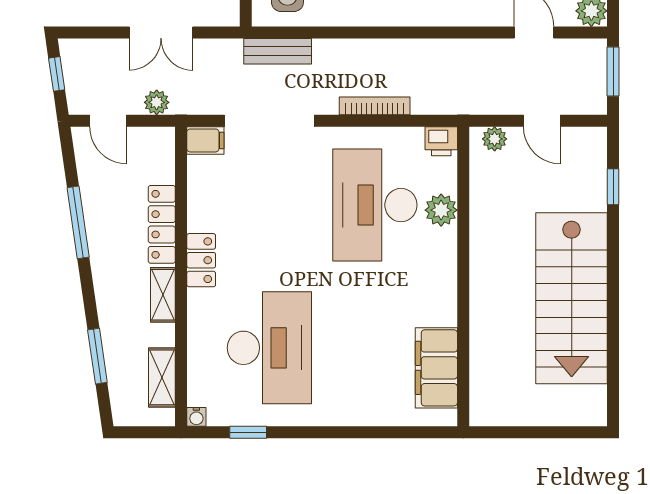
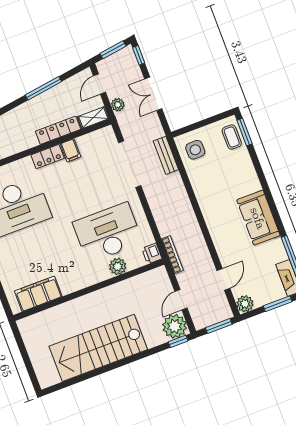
window: (83, 33) -> (139, 55), added
window: (57, 74) -> (113, 50), width x1.50
bookcase: (375, 106) -> (172, 255), moved
plant: (495, 139) -> (175, 326), moved, width x1.88, depth x1.88
filing cabinet: (205, 140) -> (70, 150), moved
window: (613, 187) -> (178, 341), moved
shelving: (163, 295) -> (93, 118), moved

